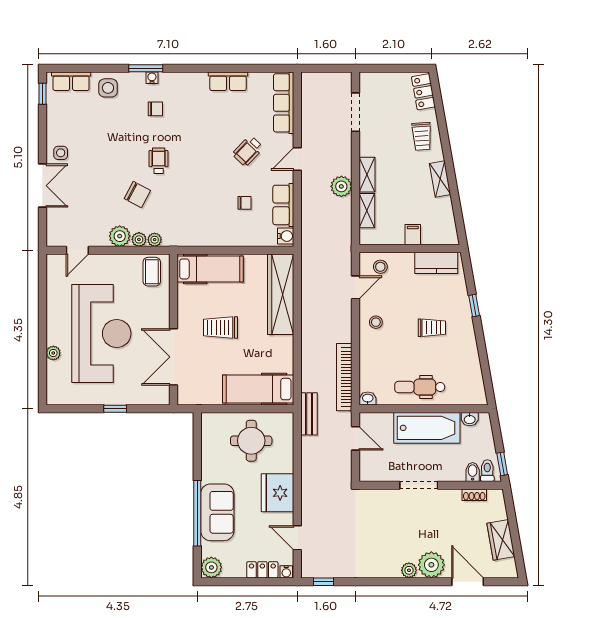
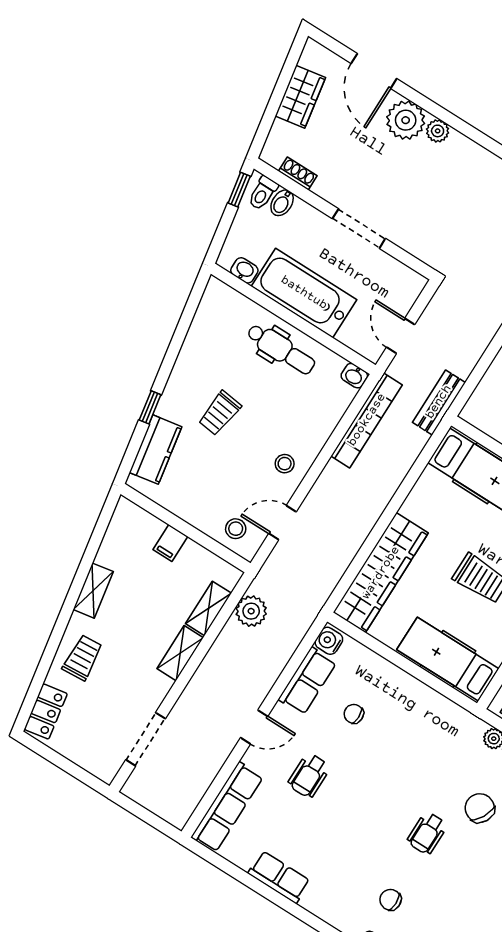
wheelchair: (248, 151) -> (309, 776), turned 136
plant: (341, 186) -> (251, 611), moved
kitchen counter: (436, 263) -> (155, 450), moved, turned 80
trolley: (432, 328) -> (220, 413), turned -83

